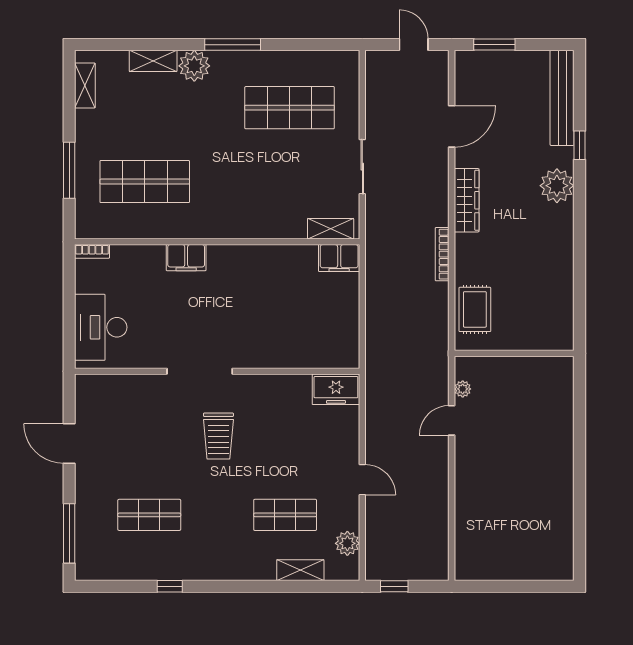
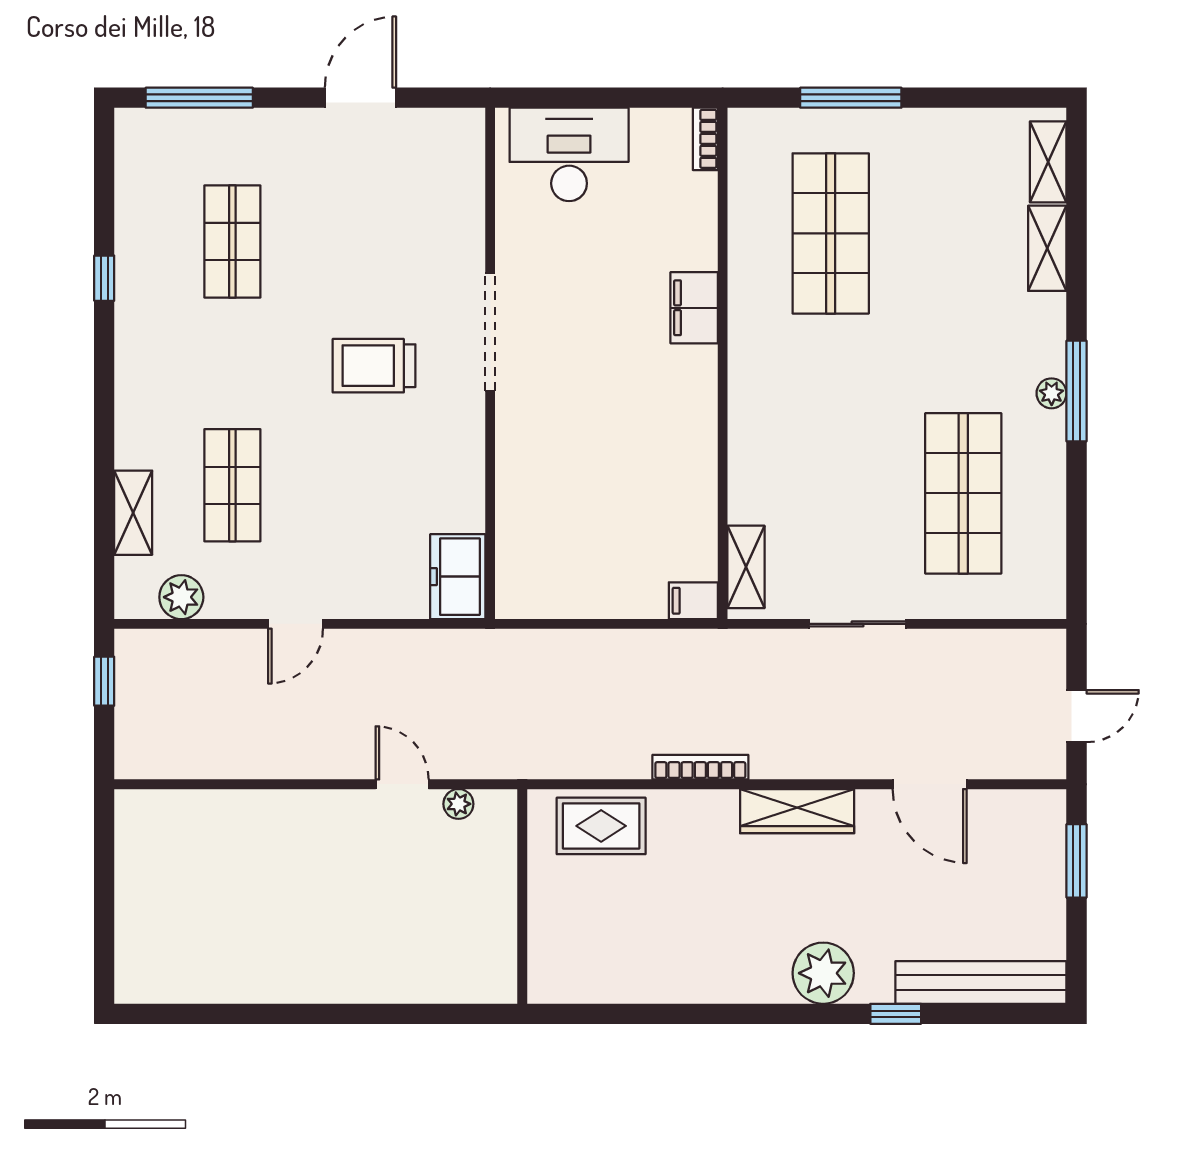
plant: (194, 66) -> (1052, 393), moved, width x0.53, depth x0.53
shelving: (85, 85) -> (1048, 162), moved, turned 90
filing cabinet: (339, 258) -> (693, 601), width x0.50

